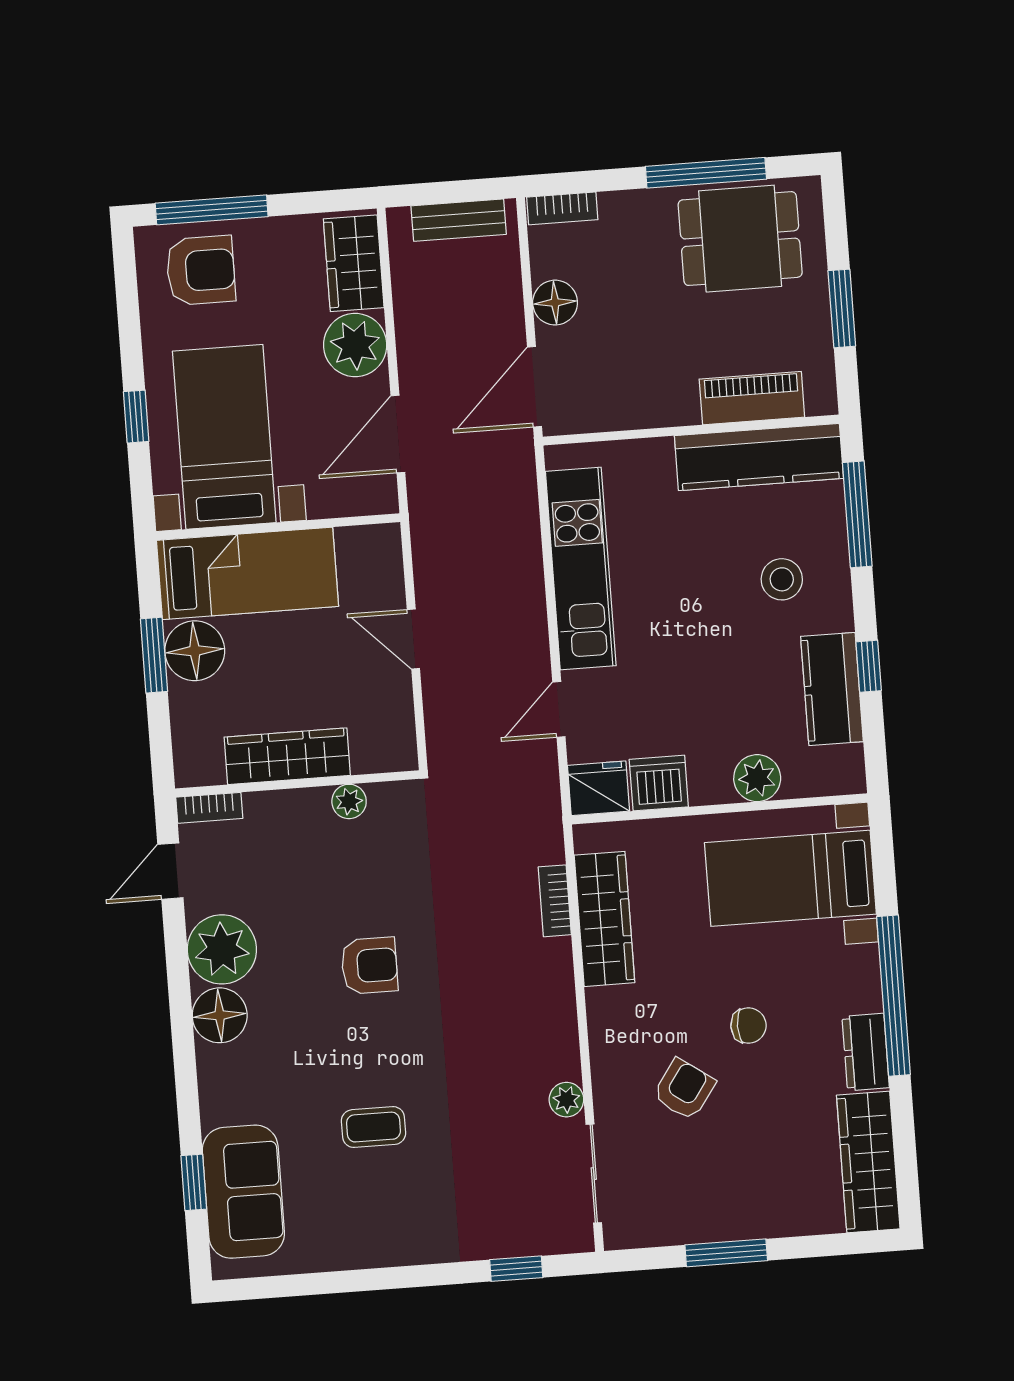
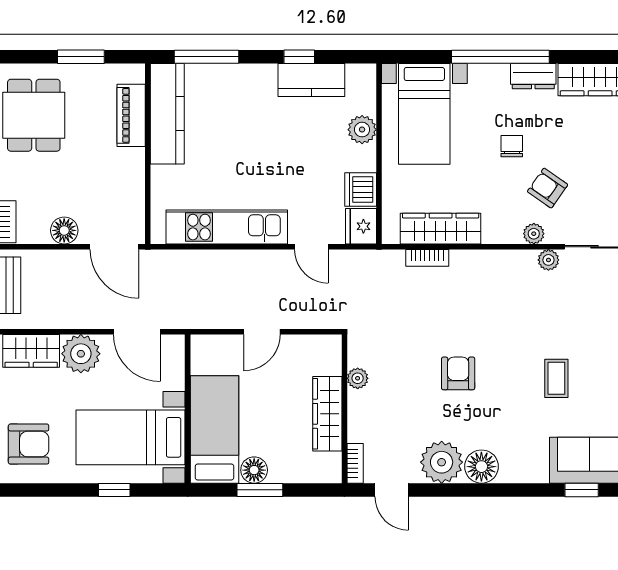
armchair: (201, 270) -> (29, 444), turned 90
stool: (782, 579) -> (243, 106), removed
floor lamp: (195, 651) -> (254, 470), width x0.73, depth x0.73
plant: (608, 1072) -> (534, 234), added

